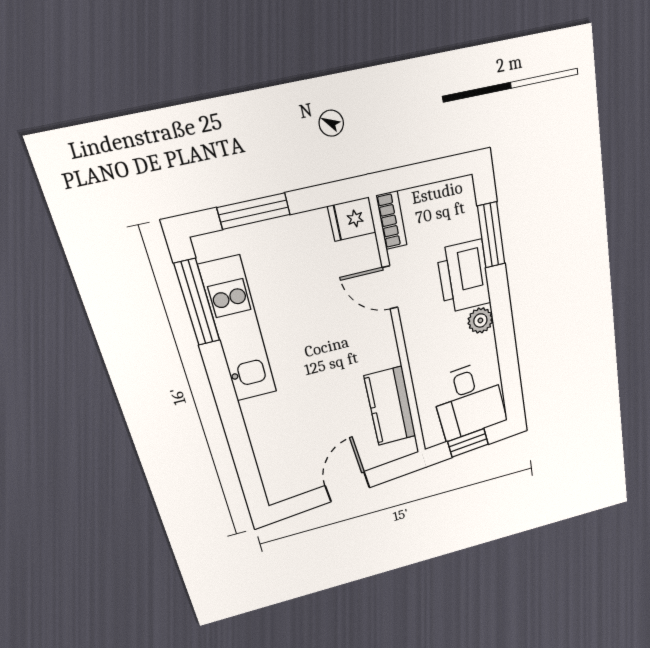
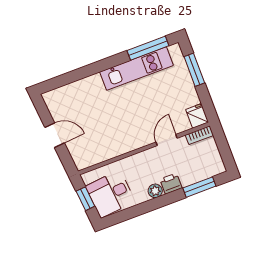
printer: (464, 276) -> (171, 184), width x0.53, depth x0.68
kitchen counter: (390, 406) -> (103, 151), removed

